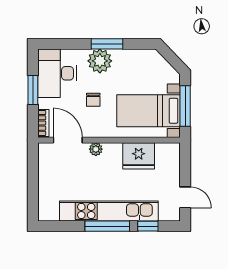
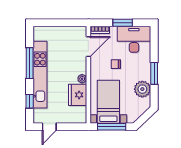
plant: (100, 61) -> (142, 89), moved
plant: (96, 149) -> (82, 79), moved
window: (107, 226) -> (30, 63), moved

